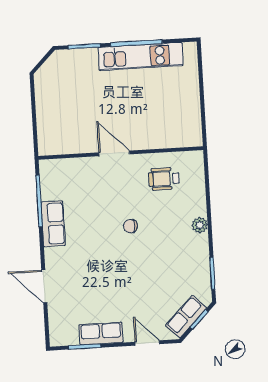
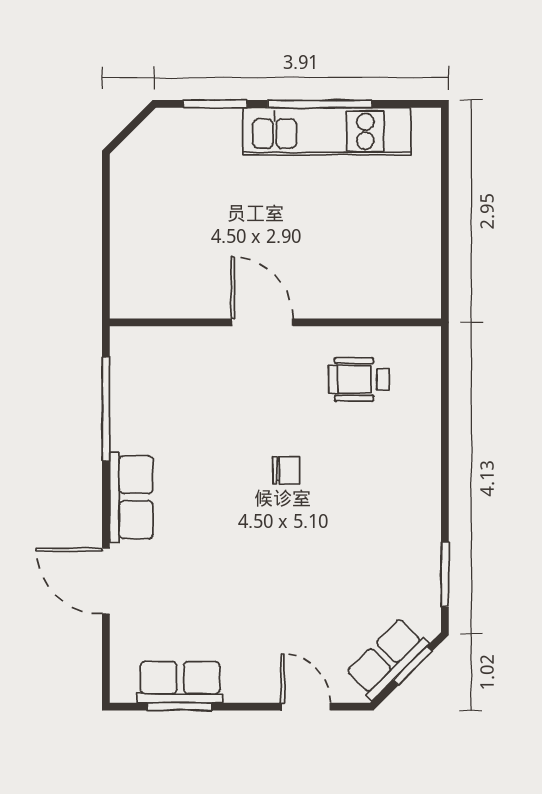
row of seats: (53, 224) -> (131, 497), moved
plant: (200, 225) -> (425, 477), removed
chair: (131, 226) -> (286, 470), turned 180
row of seats: (101, 333) -> (180, 682), moved

